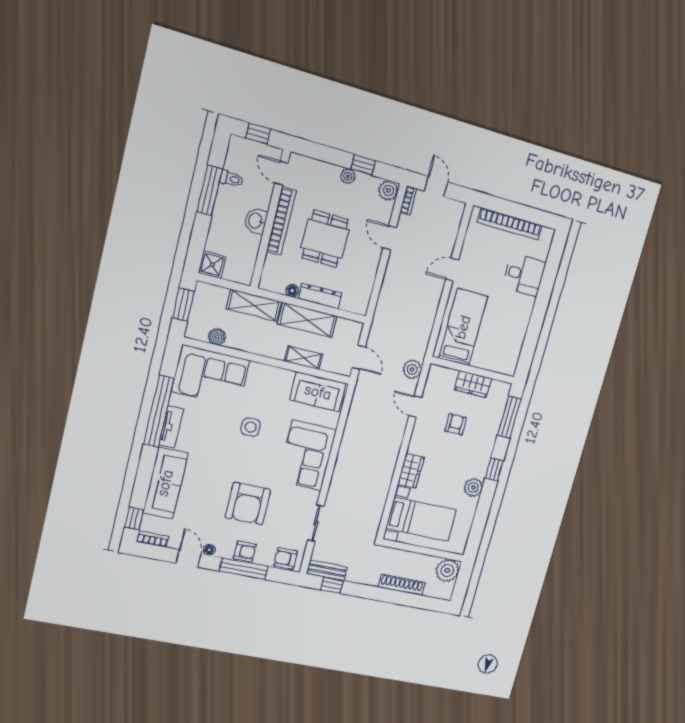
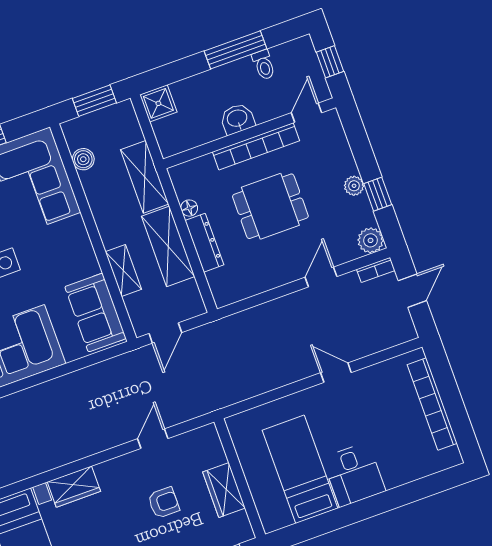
desk: (524, 275) -> (354, 474), moved
bed: (463, 327) -> (300, 469), moved, turned -90
plant: (412, 369) -> (193, 405), removed

